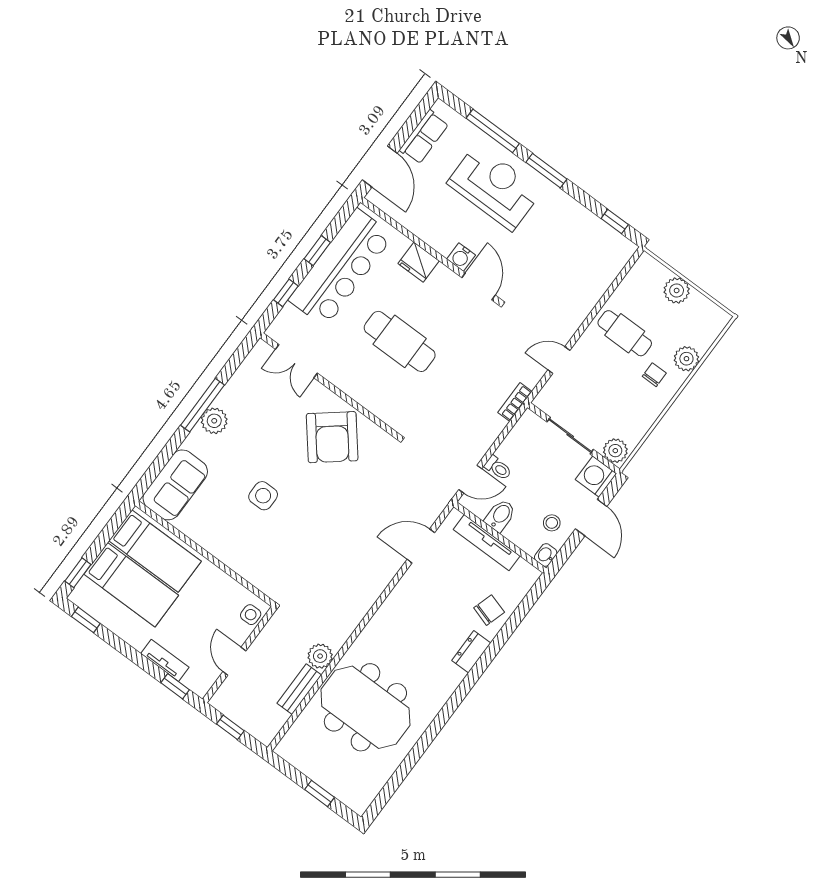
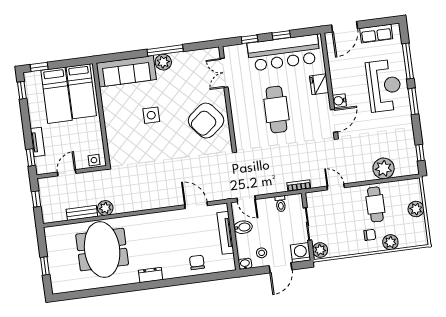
plant: (592, 282) -> (384, 168), added
toilet: (498, 468) -> (281, 204), moved
sofa: (175, 485) -> (126, 71), width x1.36
chair: (489, 610) -> (197, 262), turned -107
dresser: (471, 652) -> (151, 275), moved

